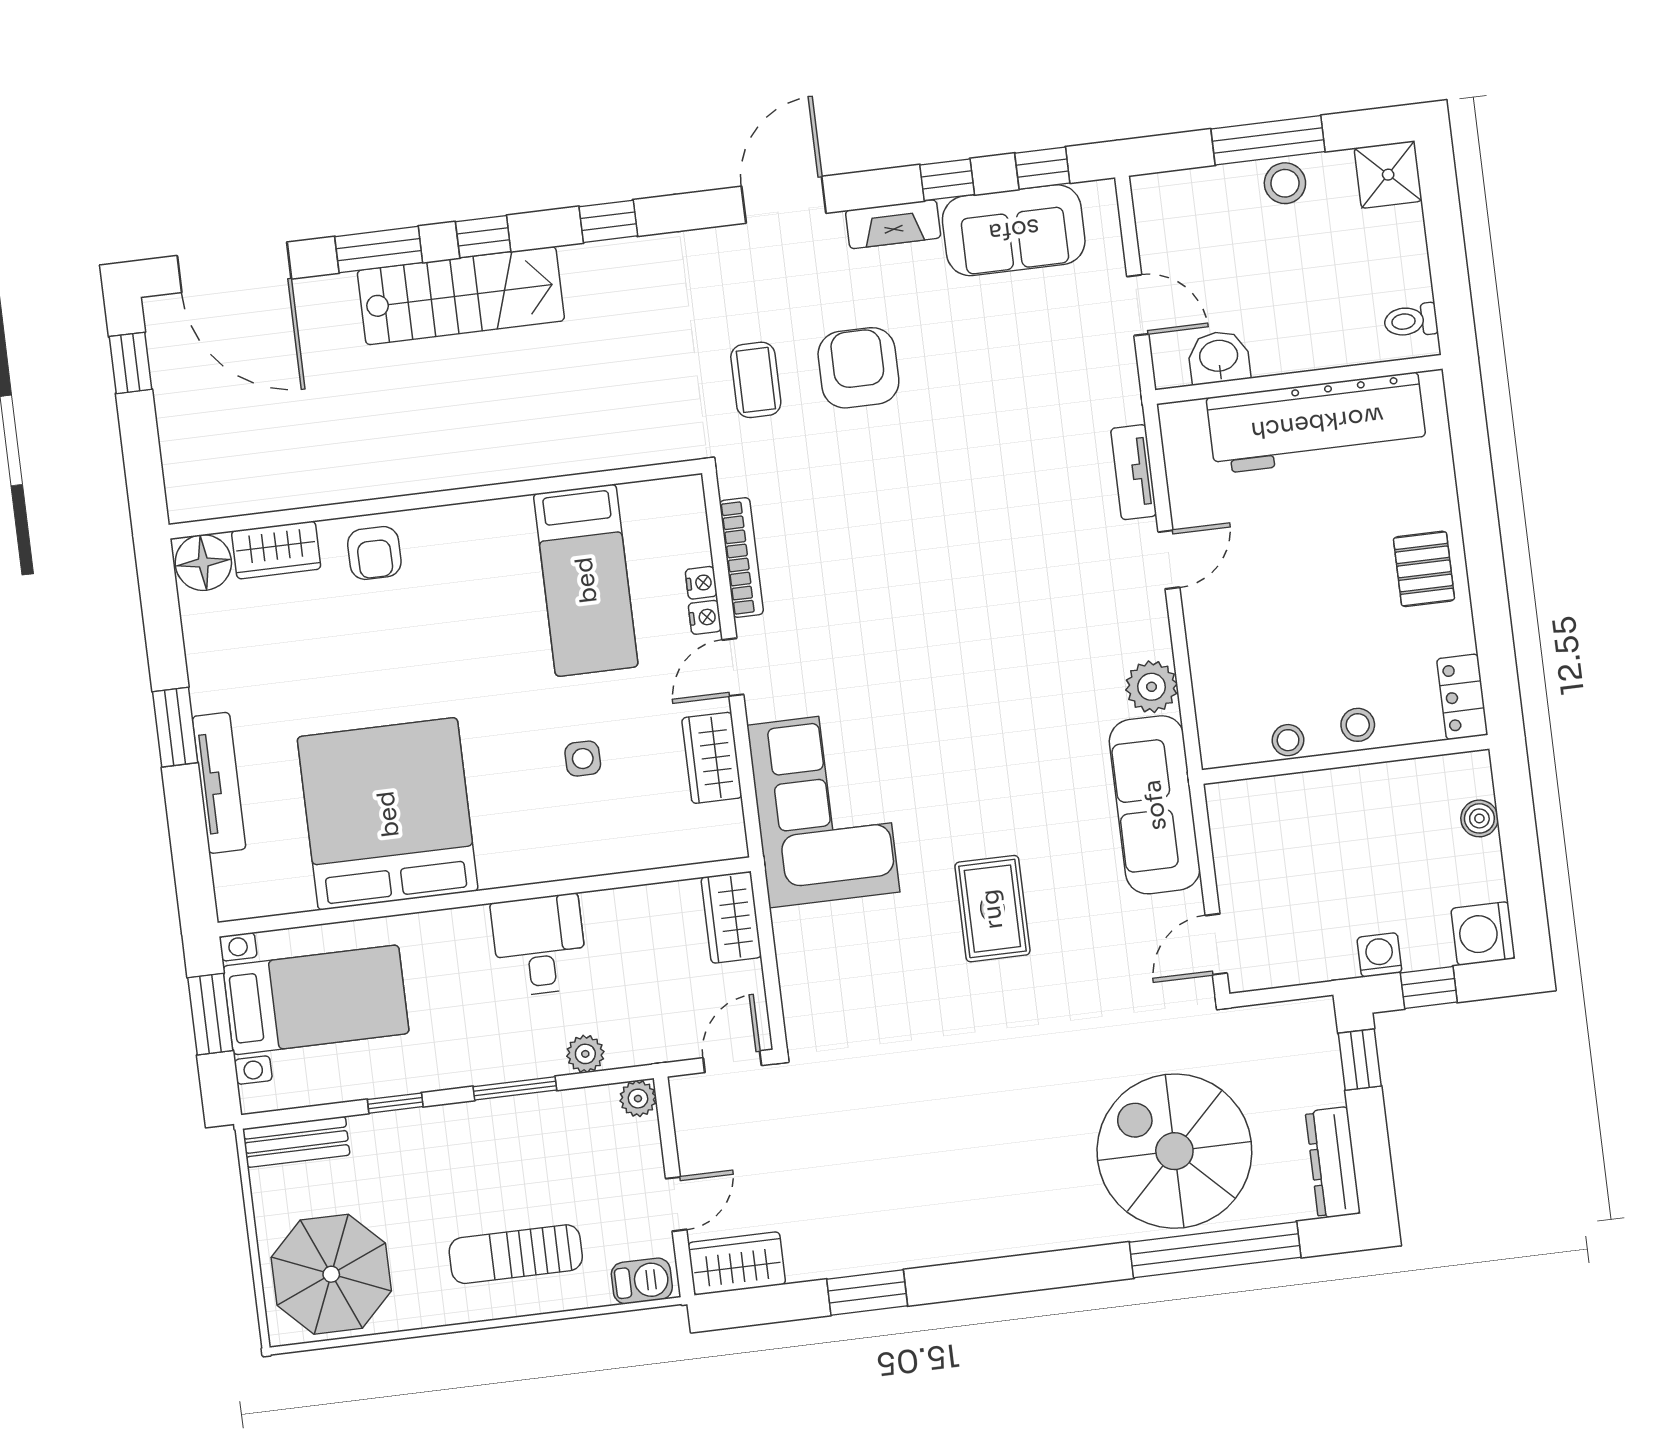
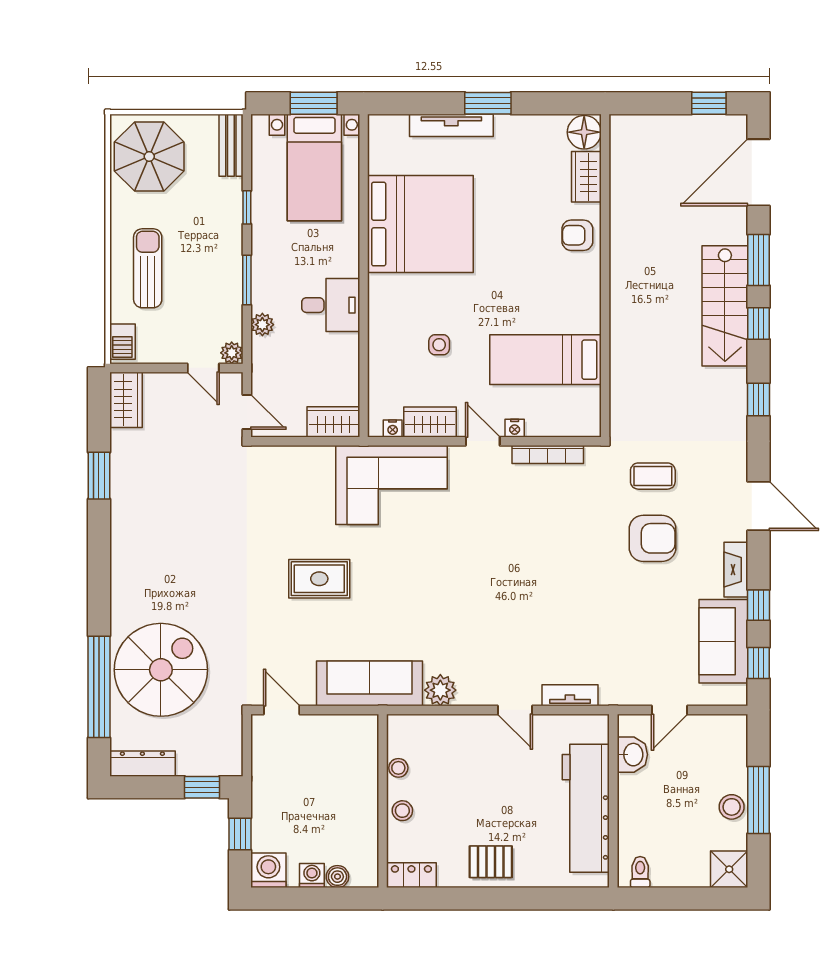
nightstand: (701, 583) -> (393, 428), moved
washing machine: (1379, 955) -> (312, 875), moved, turned -90
door: (676, 1204) -> (203, 368), moved

